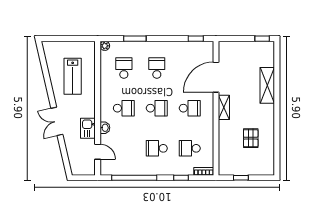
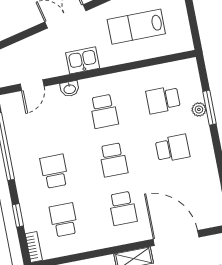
plant: (105, 46) -> (199, 109), moved
school desk: (124, 68) -> (163, 100), turned 180
kitchen sink: (88, 128) -> (83, 60), moved

